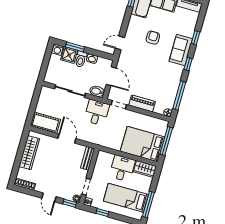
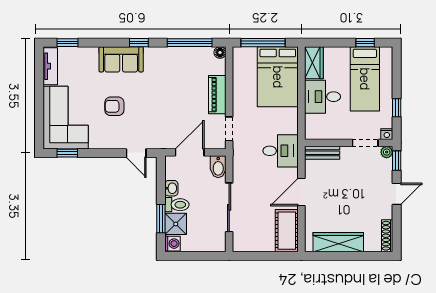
window: (196, 38) -> (67, 43), moved
desk: (97, 113) -> (281, 151), moved, turned 180
window: (148, 204) -> (365, 43), width x0.46

